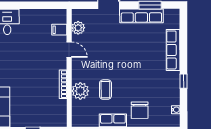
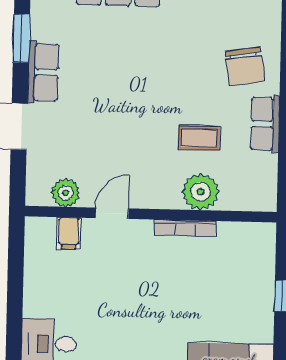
row of seats: (141, 16) -> (43, 72), width x0.68
chair: (140, 110) -> (245, 66), turned 81

